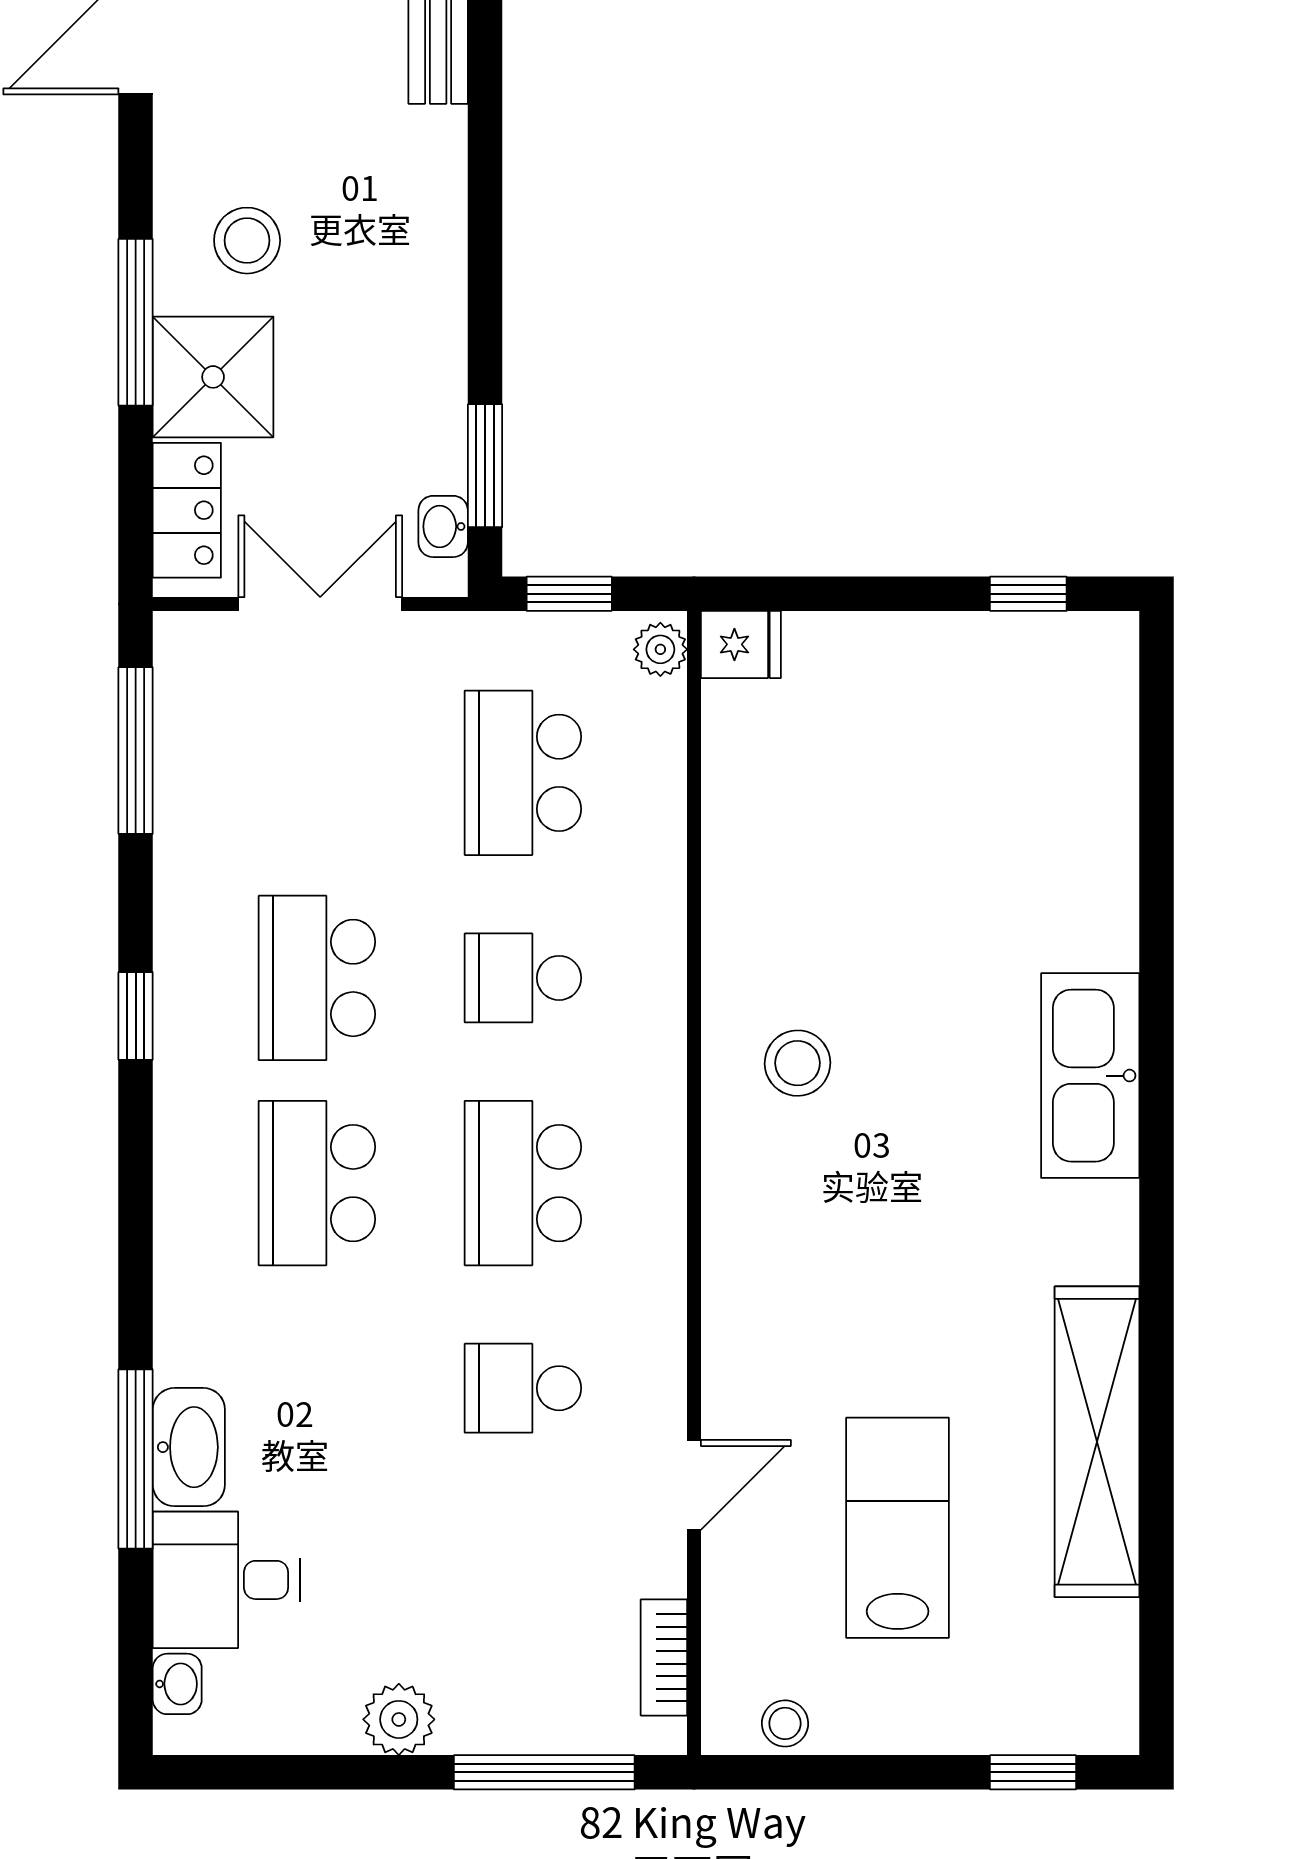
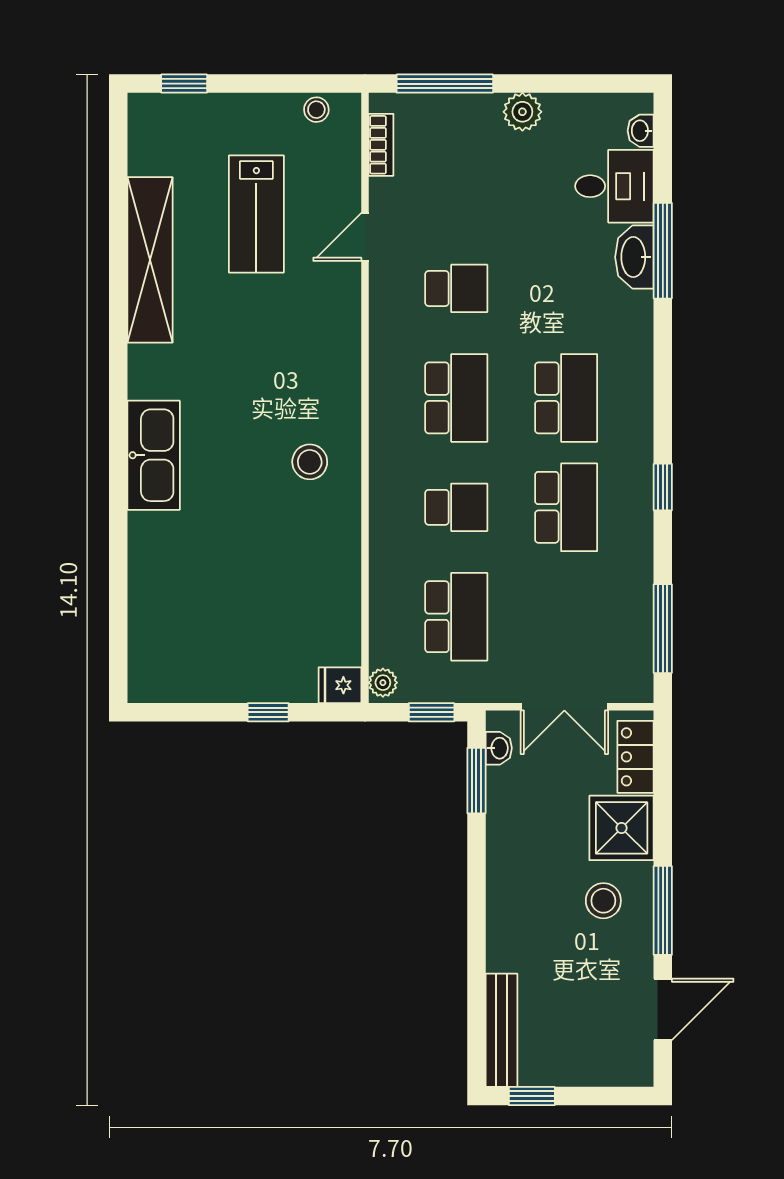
window: (136, 322) -> (663, 910), moved
window: (1028, 594) -> (268, 712), moved

